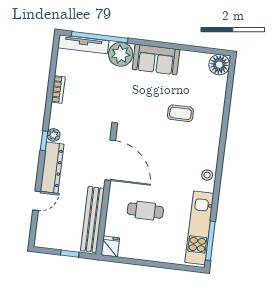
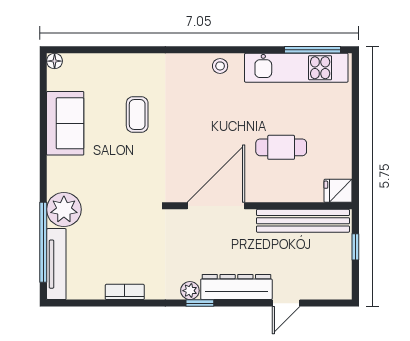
sofa: (156, 59) -> (65, 123), moved
floor lamp: (219, 65) -> (55, 61), width x0.53, depth x0.53
door: (37, 201) -> (286, 303), swing flipped
cafe table: (145, 211) -> (281, 147), turned 90

